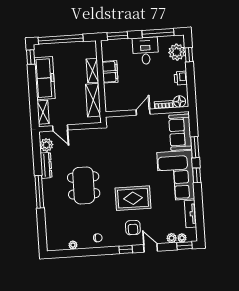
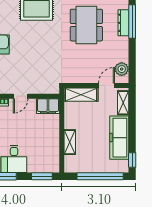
filing cabinet: (110, 72) -> (48, 106), moved, turned -90
shelving: (93, 100) -> (81, 95), moved, turned 90
door: (60, 128) -> (106, 86), hinge flipped
dresser: (46, 165) -> (123, 23), moved

